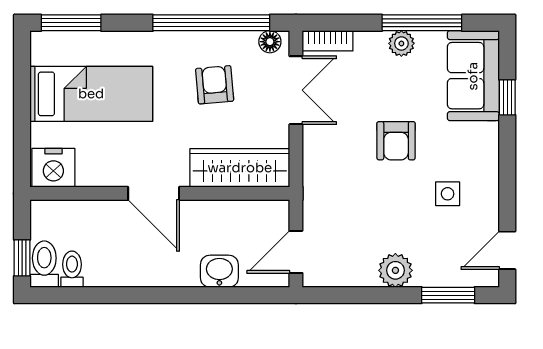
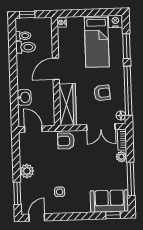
window: (71, 23) -> (127, 46), moved
plant: (401, 43) -> (121, 157), moved
nightstand: (45, 48) -> (115, 21), added
window: (507, 97) -> (113, 215), moved
armchair: (396, 141) -> (66, 141), moved
nightstand: (53, 168) -> (62, 22), width x0.53, depth x0.56
door: (507, 250) -> (37, 217), hinge flipped
toilet: (44, 264) -> (26, 47), moved

